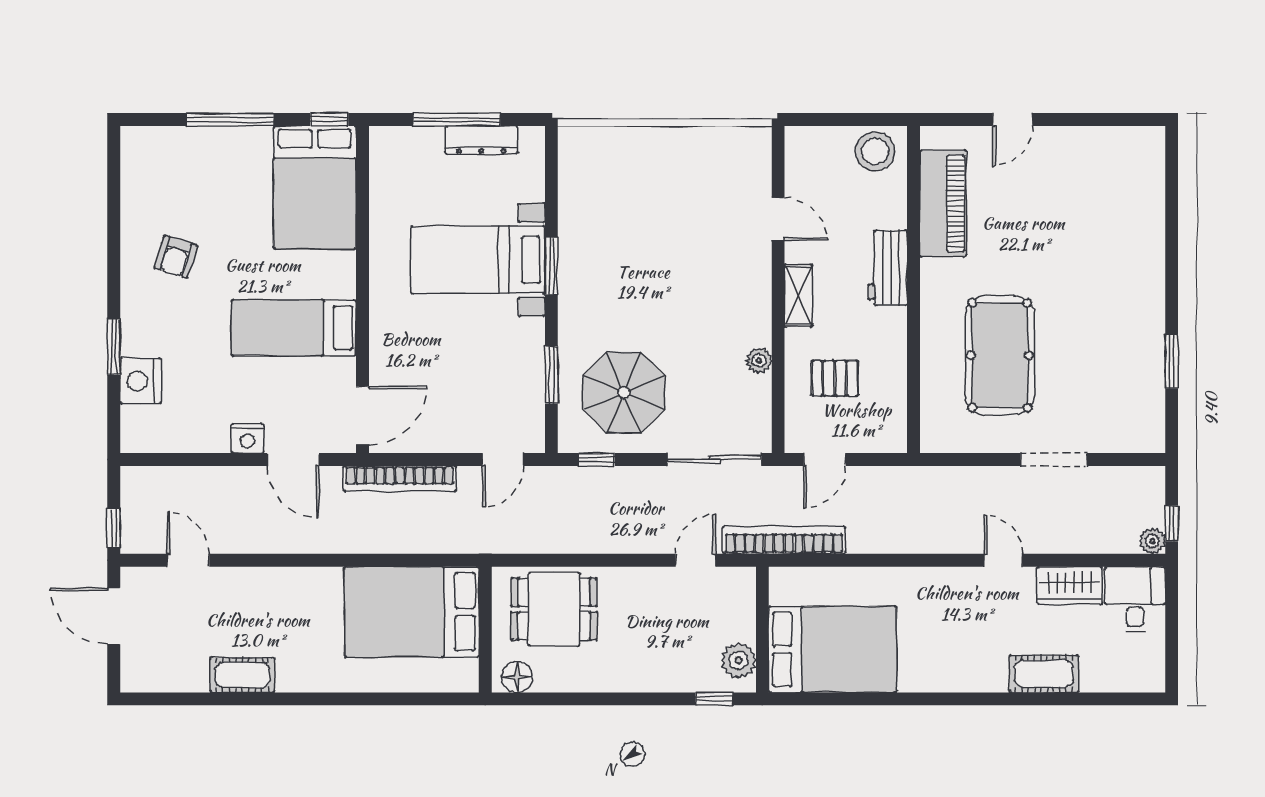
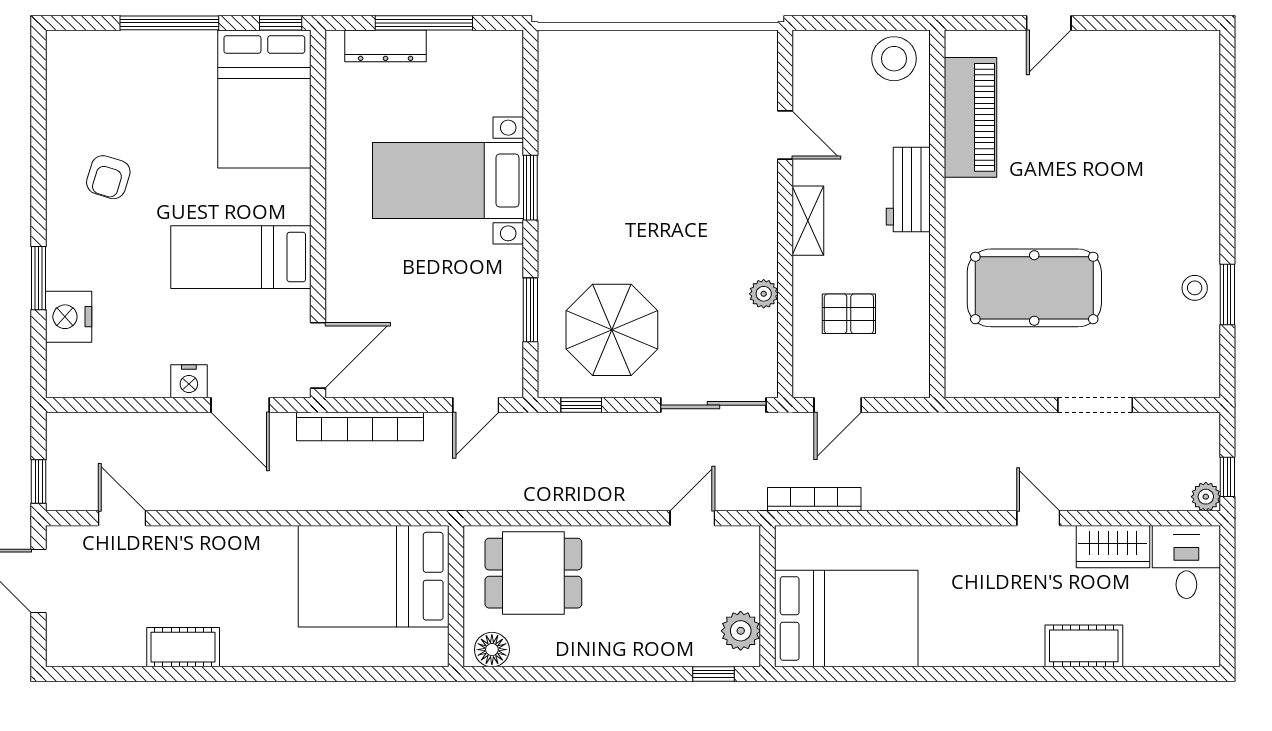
dresser: (481, 140) -> (386, 46), moved
pool table: (1000, 355) -> (1034, 288), turned 90
stool: (1143, 355) -> (1195, 288), added
bookcase: (784, 540) -> (814, 499), width x0.68, depth x0.76

